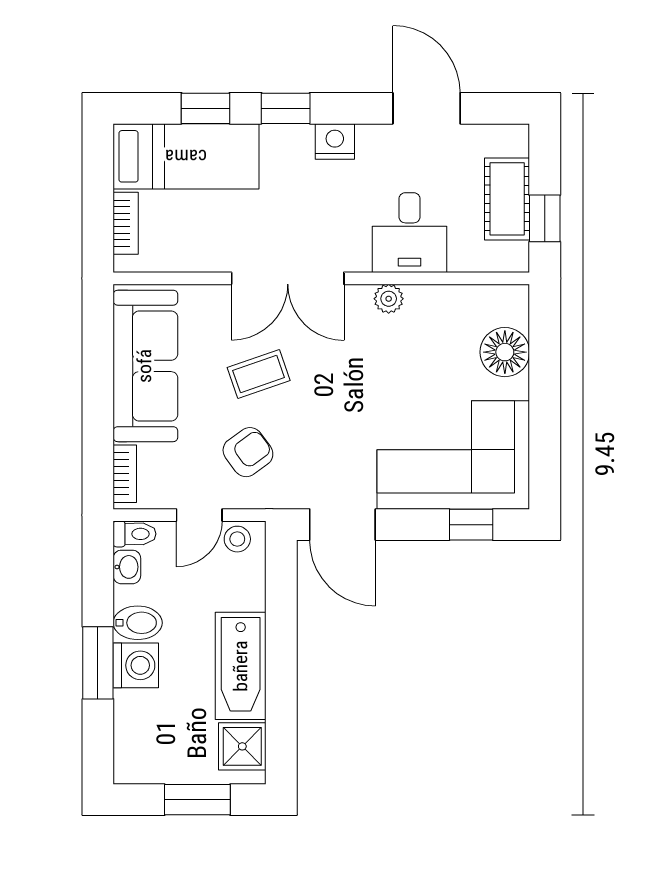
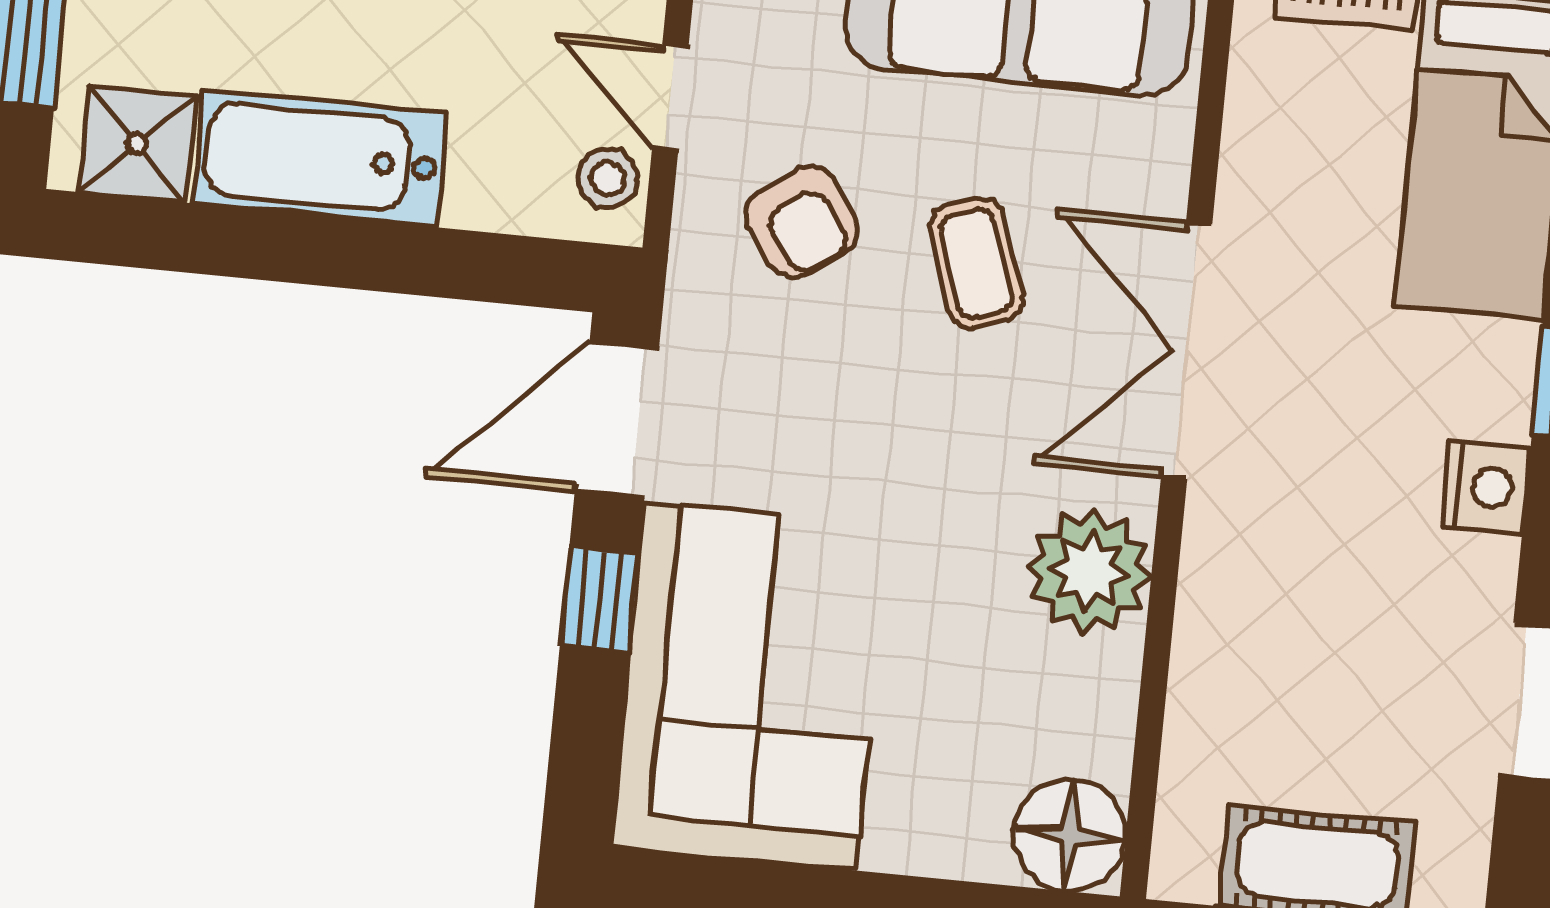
desk: (409, 233) -> (1263, 636), removed
plant: (389, 299) -> (1089, 571), width x1.88, depth x1.88
floor lamp: (505, 352) -> (1070, 835), moved
window: (471, 525) -> (599, 600), moved

